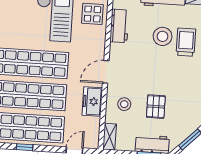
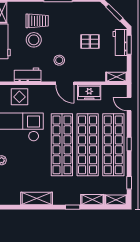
trolley: (186, 42) -> (37, 21), turned 180
stool: (124, 104) -> (59, 60), moved

